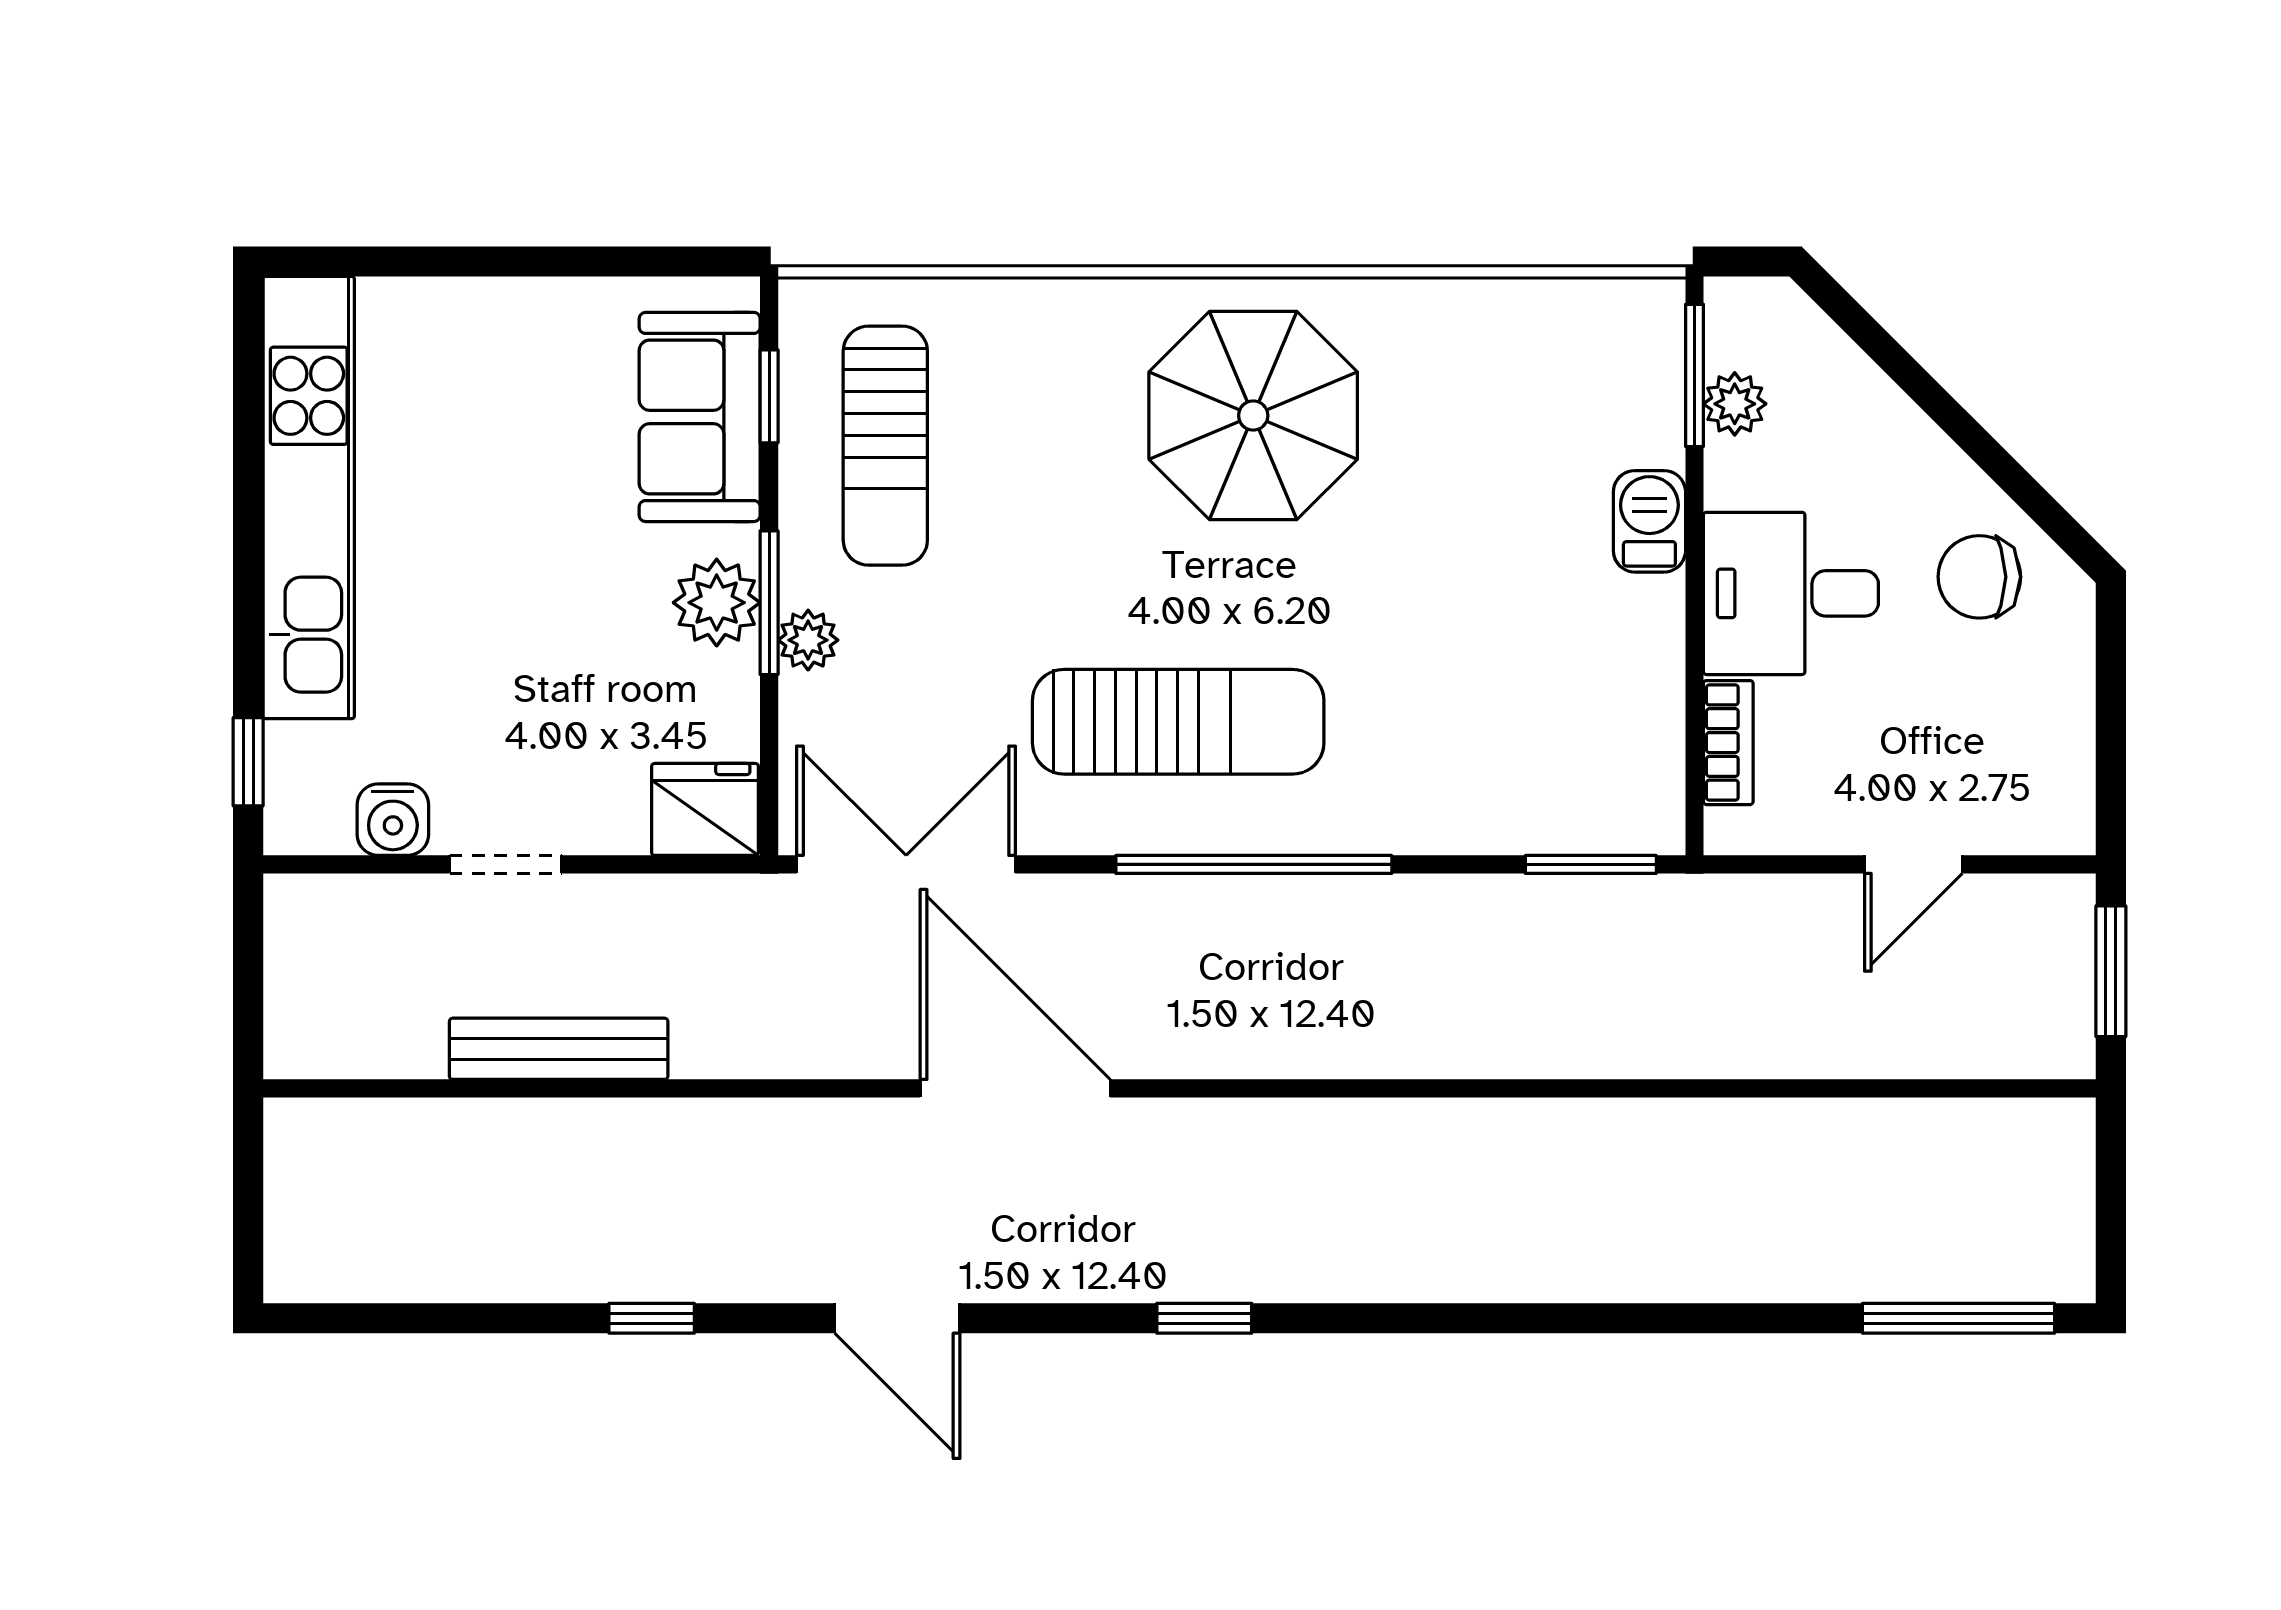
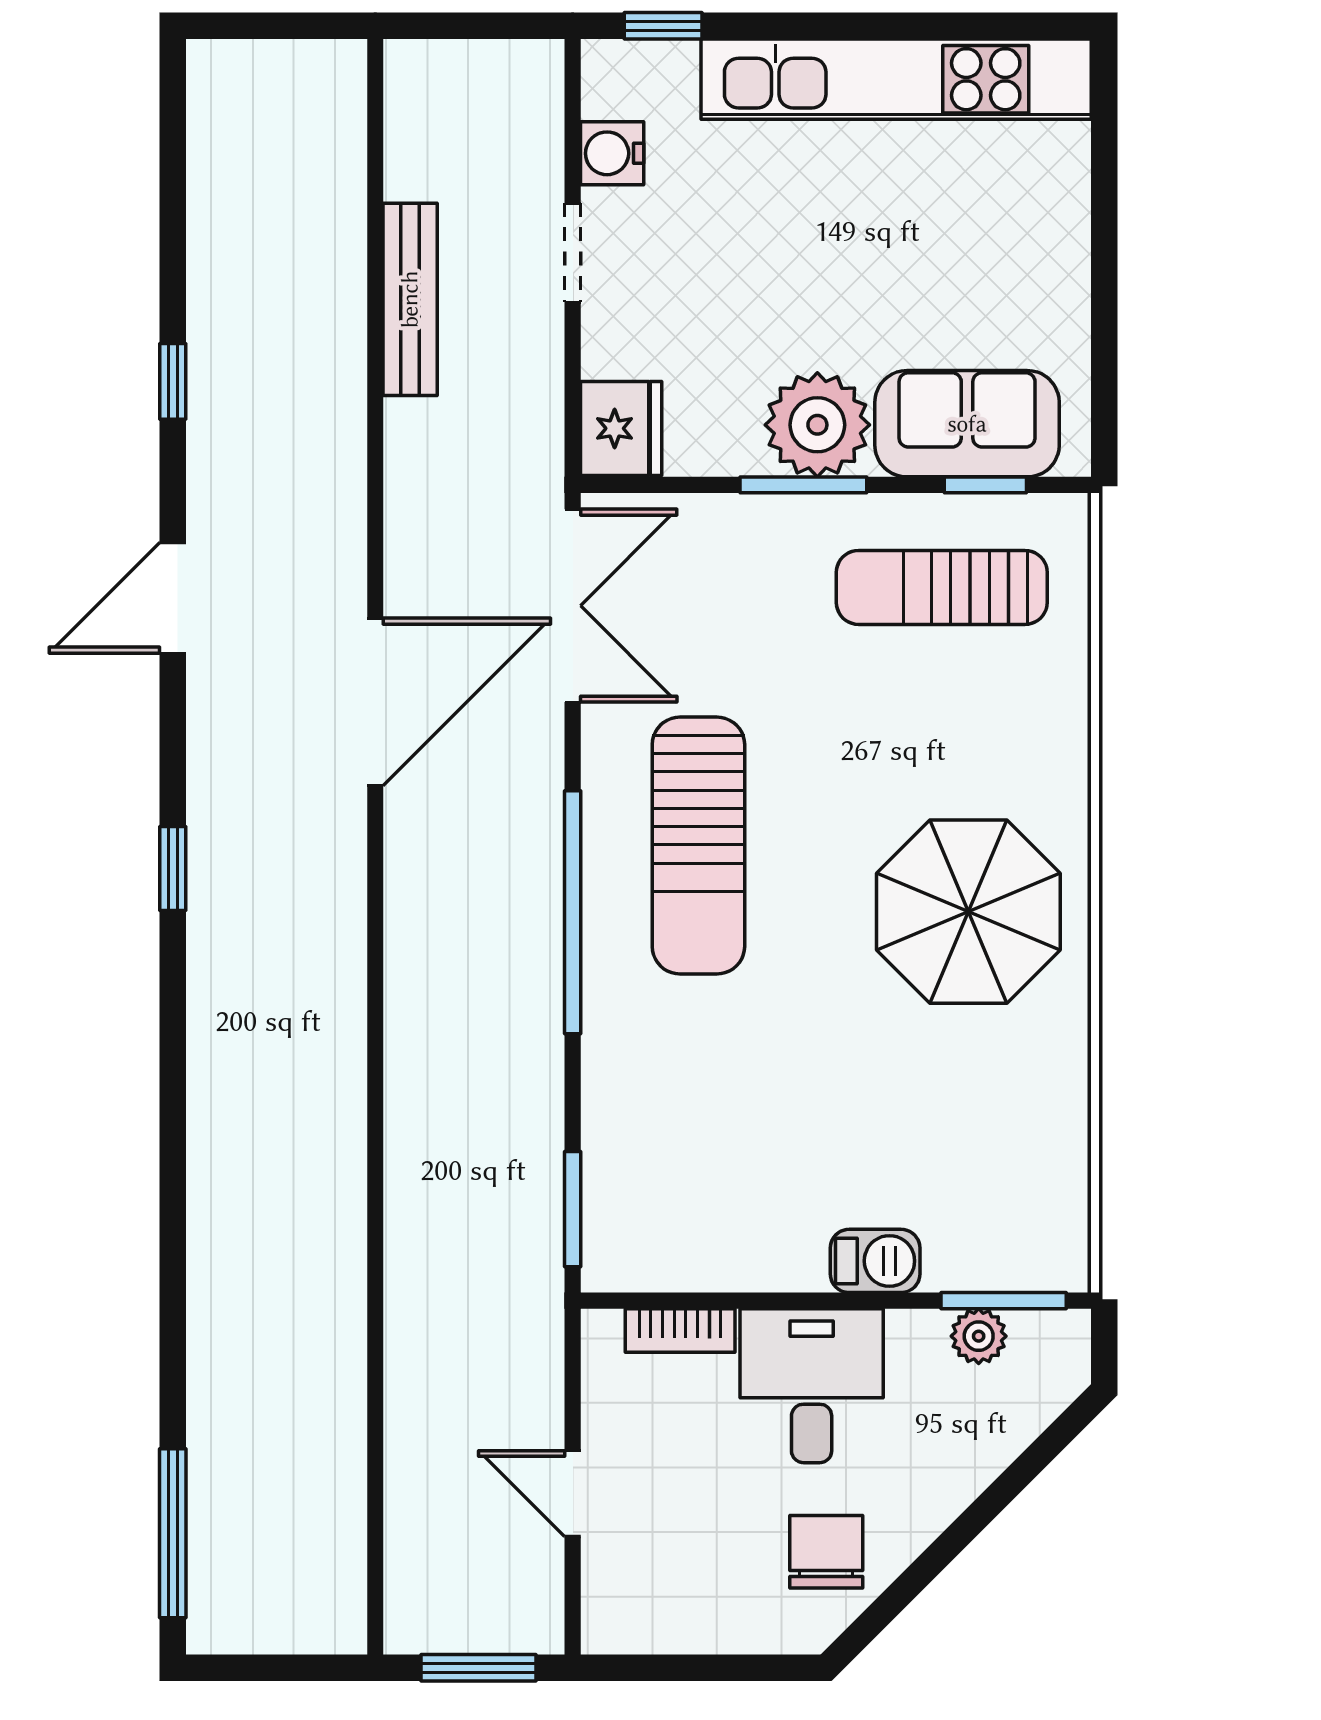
plant: (717, 603) -> (817, 425), width x1.36, depth x1.36
plant: (808, 640) -> (770, 519), removed

